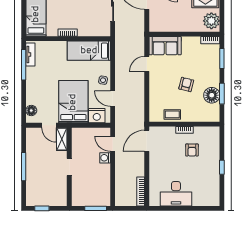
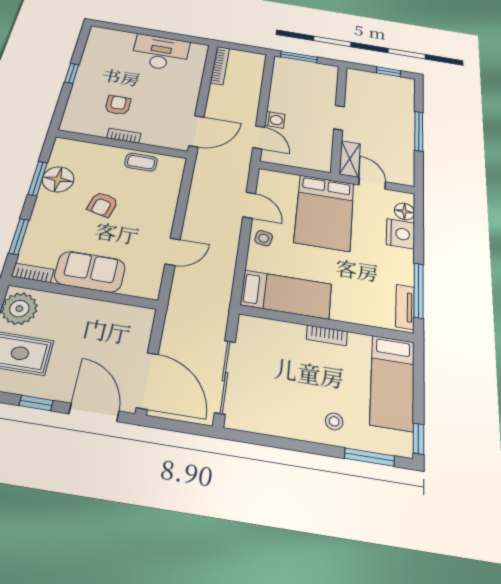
sofa: (165, 46) -> (90, 272), moved
nightstand: (97, 116) -> (400, 234), moved, turned 90

